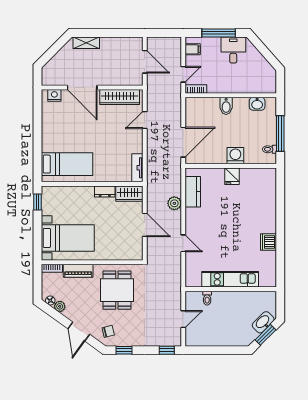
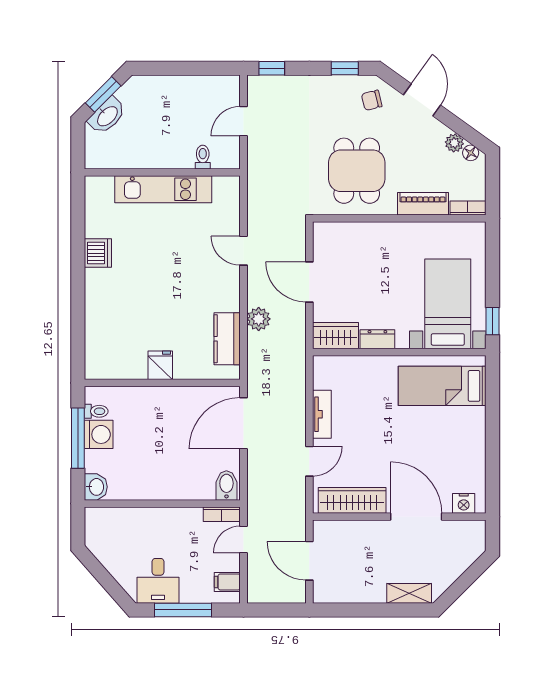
washbasin: (257, 104) -> (96, 487), moved, turned 90
bidet: (226, 106) -> (226, 485), moved
washing machine: (235, 156) -> (99, 434), moved, turned -90
tv unit: (137, 168) -> (322, 414), moved
bed with nightstands: (68, 238) -> (448, 304), moved, turned 90

